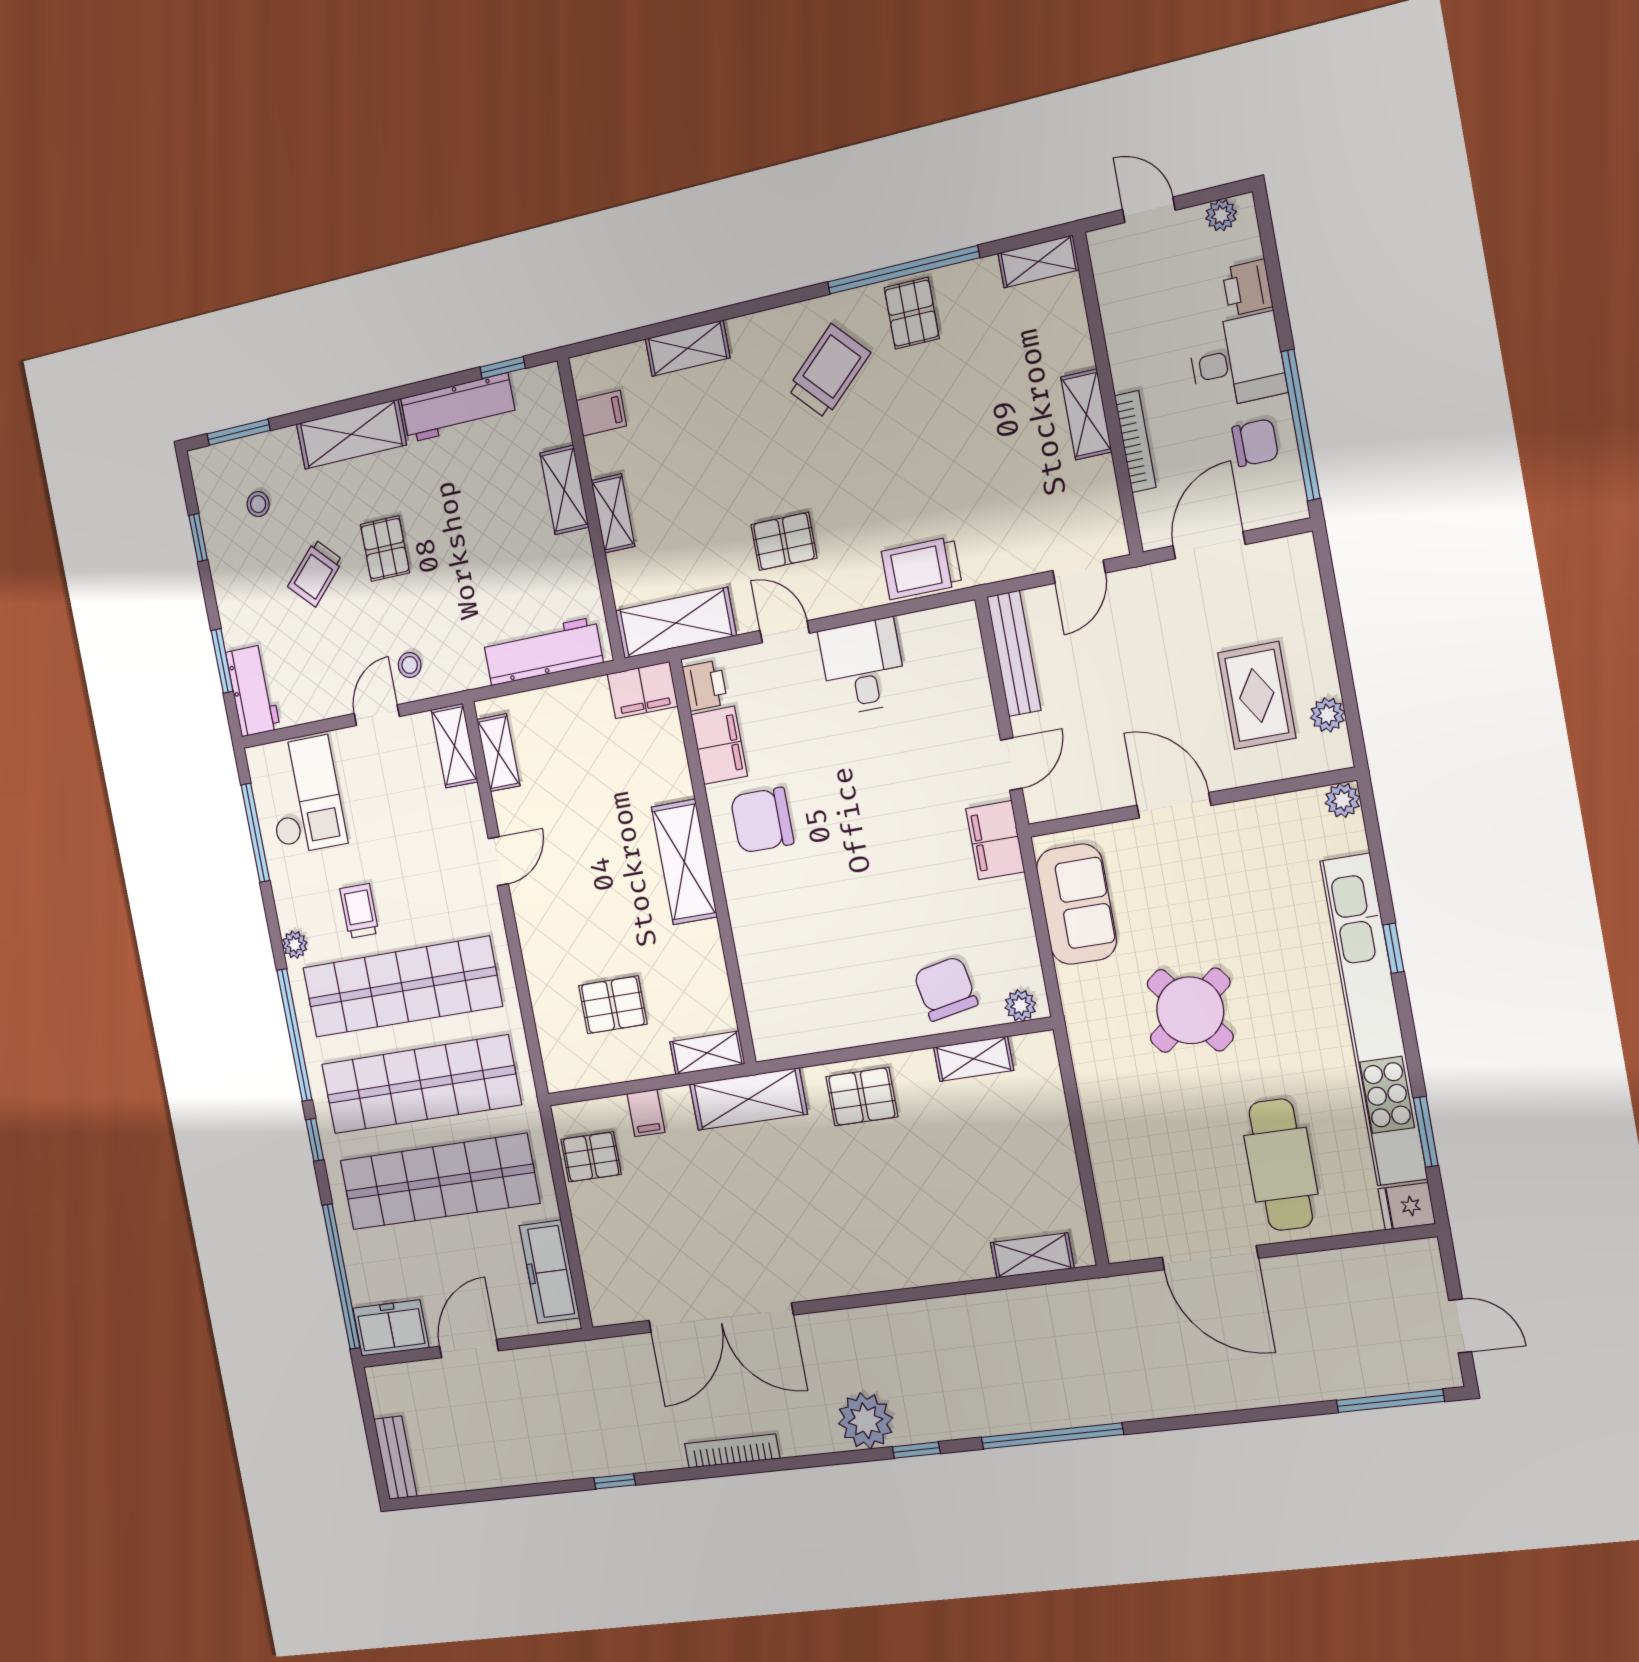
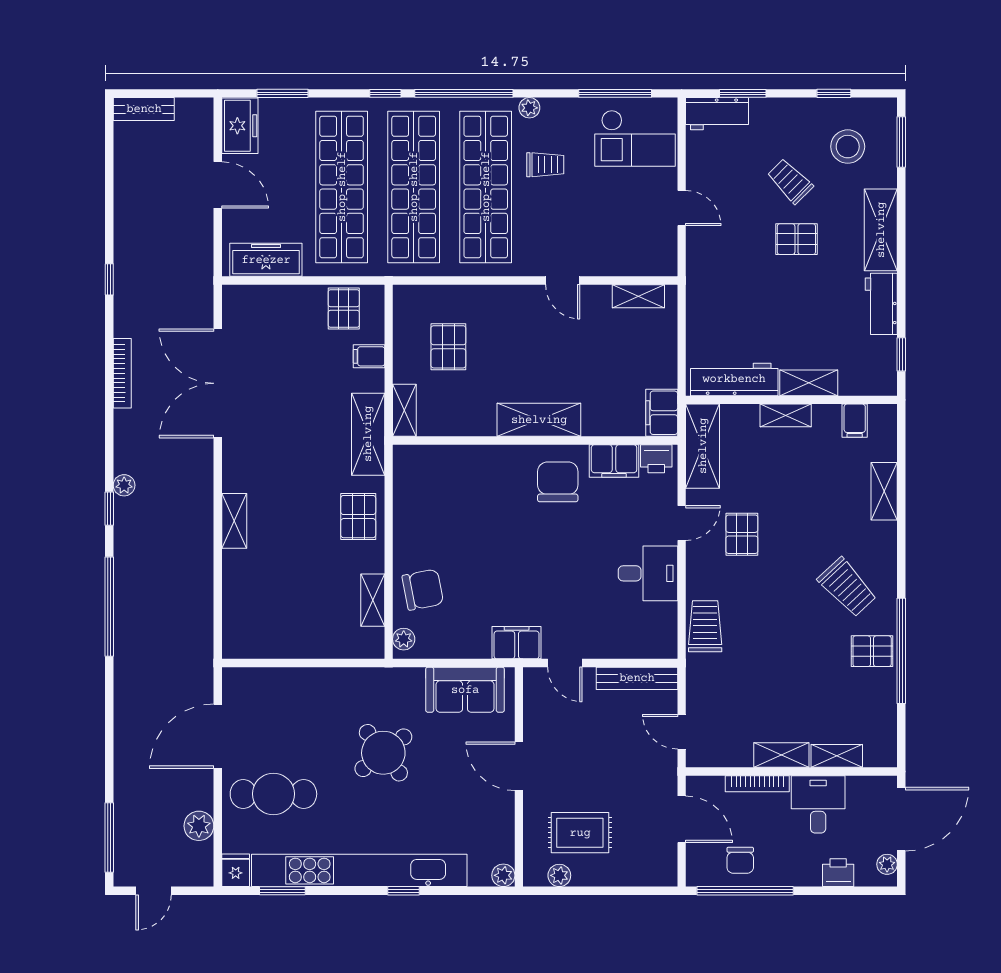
door: (1149, 210) -> (901, 819), width x1.88
shelving: (1038, 261) -> (837, 756), moved, turned 90
desk: (1237, 361) -> (818, 804), moved, turned 180
workbench: (458, 408) -> (881, 304), width x0.73
stool: (258, 504) -> (848, 147), width x1.89, depth x1.89
workbench: (543, 651) -> (734, 379), moved, turned -90
stool: (410, 665) -> (712, 241), removed
shelving: (454, 746) -> (649, 264), removed
door: (1174, 805) -> (519, 766), swing flipped
shelving: (1032, 1255) -> (234, 521), moved
plant: (1349, 1270) -> (199, 826), added
window: (341, 1277) -> (282, 93), width x0.47
plant: (865, 1421) -> (124, 485), width x0.53, depth x0.53

